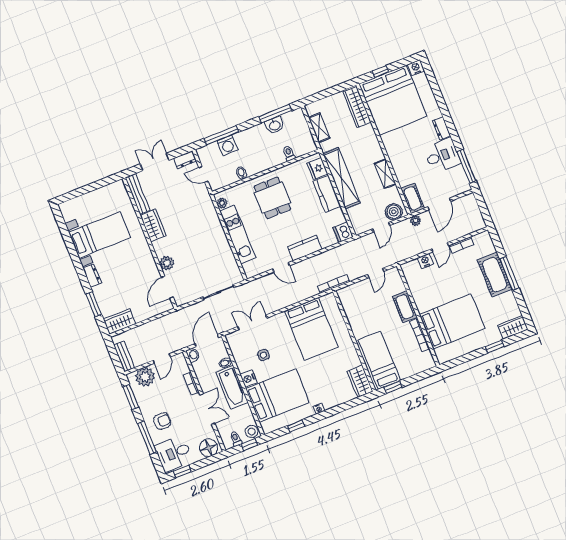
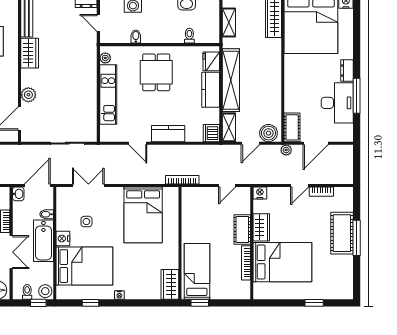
desk: (442, 156) -> (337, 103), width x1.37
window: (466, 166) -> (357, 96), moved
shelving: (385, 174) -> (229, 127), moved
nightstand: (425, 261) -> (260, 193), moved
wardrobe: (513, 327) -> (261, 227), moved, turned 90

